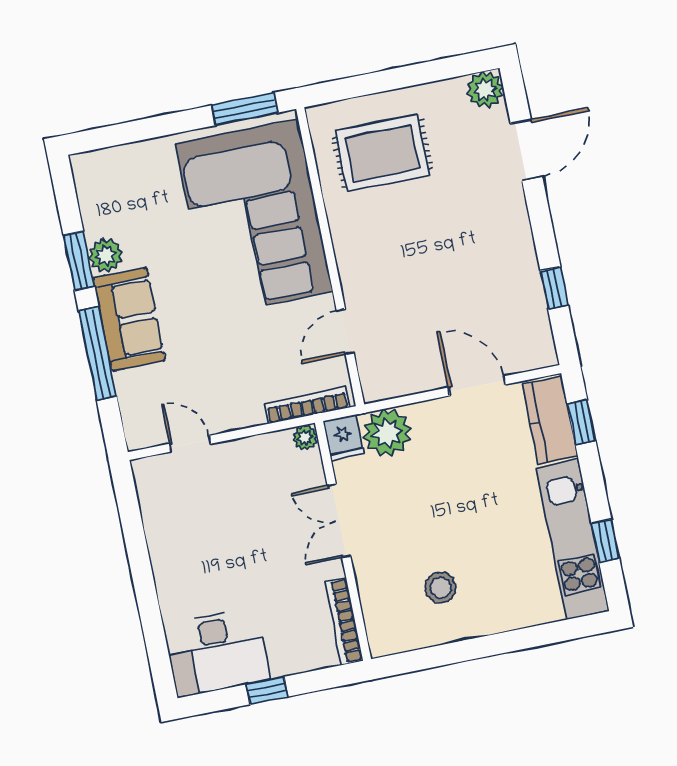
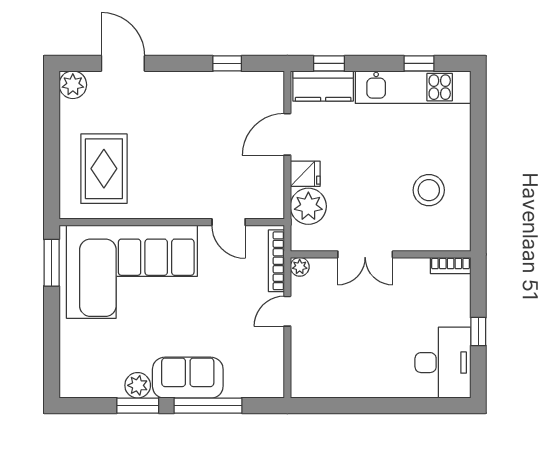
fridge: (343, 437) -> (305, 174), moved
door: (190, 444) -> (287, 311), moved
stool: (441, 588) -> (429, 190), width x1.38, depth x1.38
bookcase: (344, 621) -> (451, 265), width x0.64

